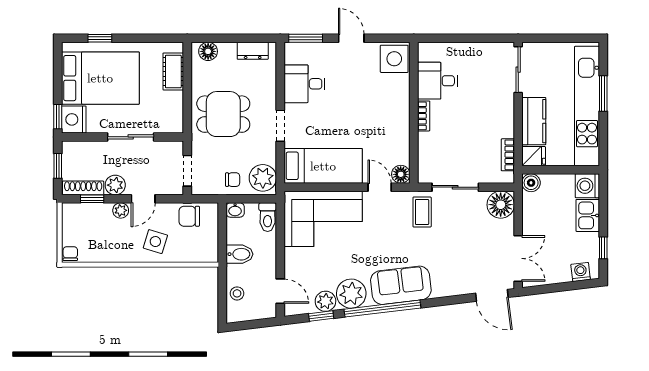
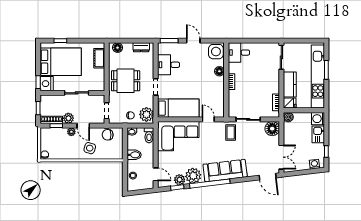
desk: (437, 81) -> (239, 53), moved
floor lamp: (401, 174) -> (219, 71), moved
door: (143, 199) -> (83, 126), hinge flipped
sofa: (401, 285) -> (225, 171), width x1.36

